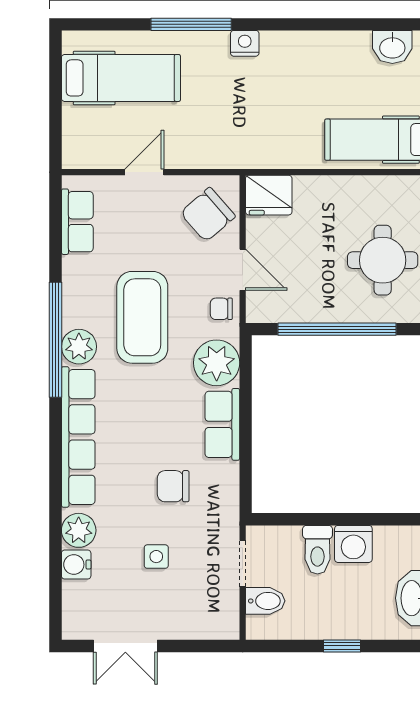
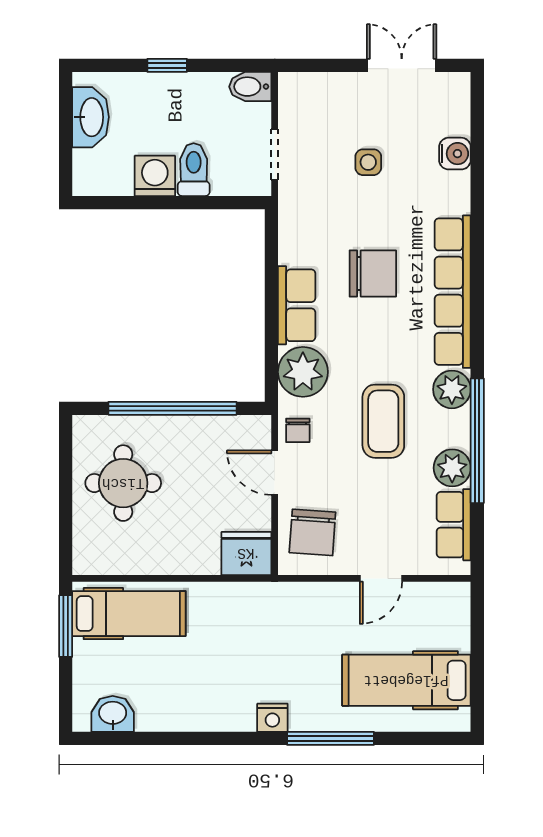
chair: (208, 215) -> (312, 532), turned 135
chair: (221, 309) -> (298, 430), turned 90
coffee table: (142, 317) -> (383, 421), width x0.73, depth x0.76
window: (55, 340) -> (477, 441), moved
chair: (173, 486) -> (373, 273), moved, width x1.37, depth x1.37
plant: (79, 530) -> (452, 468), moved
bidet: (265, 601) -> (250, 87), moved

